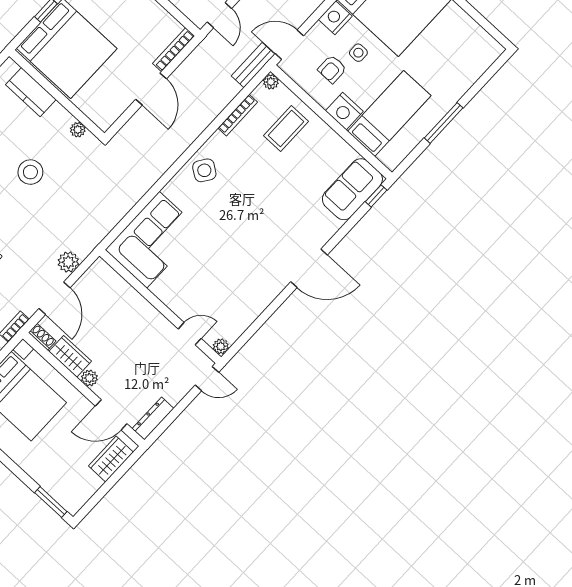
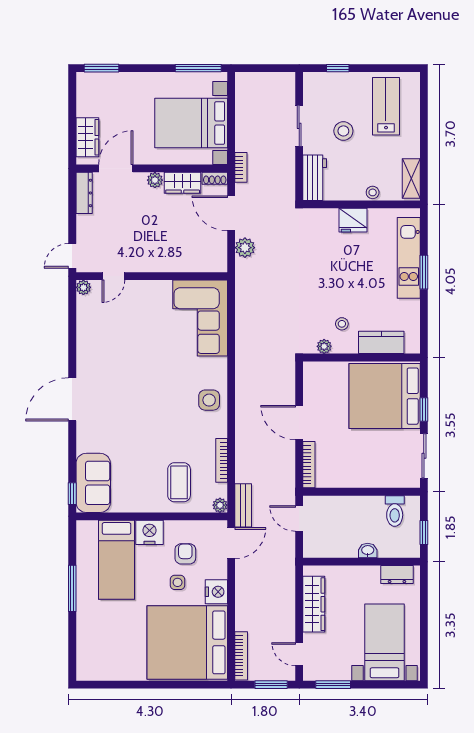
side table: (204, 170) -> (209, 400), turned -35
stool: (30, 172) -> (342, 324), moved, width x0.53, depth x0.53

